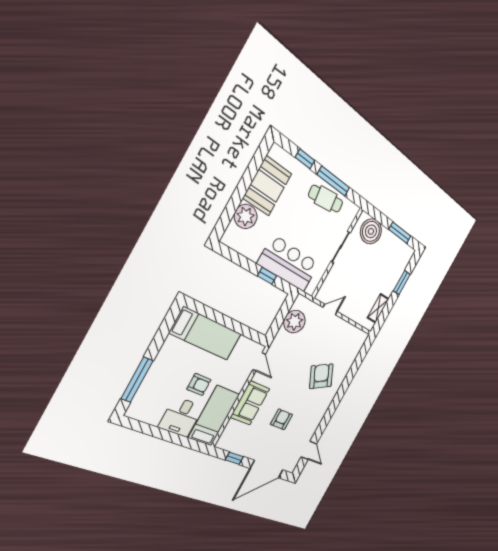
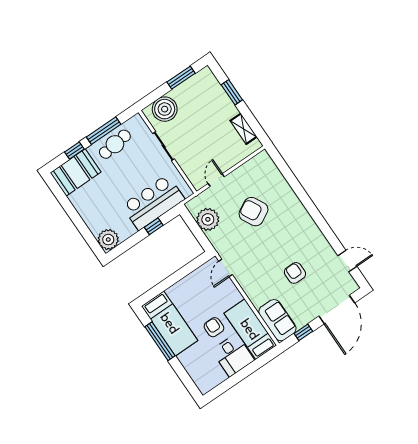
booth: (267, 186) -> (76, 172), moved, turned 90
plant: (246, 216) -> (108, 240), moved
bed: (206, 334) -> (170, 323), moved, turned 90
door: (259, 362) -> (226, 268), swing flipped
armchair: (321, 376) -> (253, 212), moved
window: (137, 380) -> (160, 341), moved
armchair: (199, 384) -> (214, 327), turned -90
sofa: (250, 403) -> (277, 320), moved

